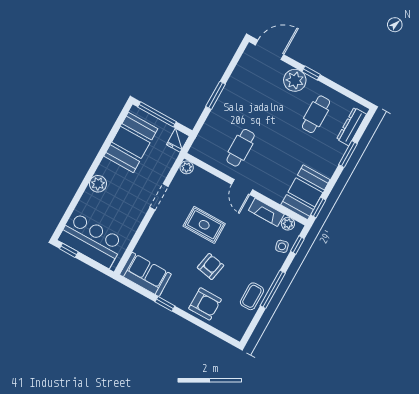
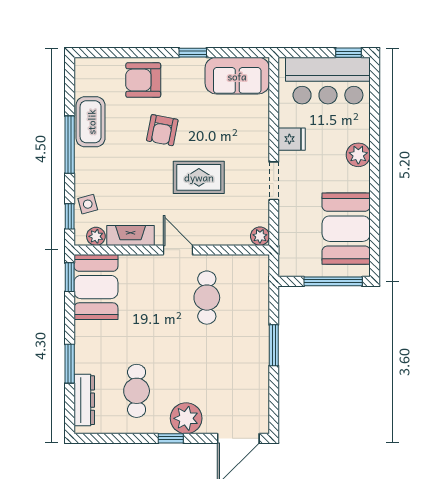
fridge: (178, 140) -> (292, 139), moved, turned 90
coffee table: (252, 296) -> (91, 122), width x1.36, depth x1.30

